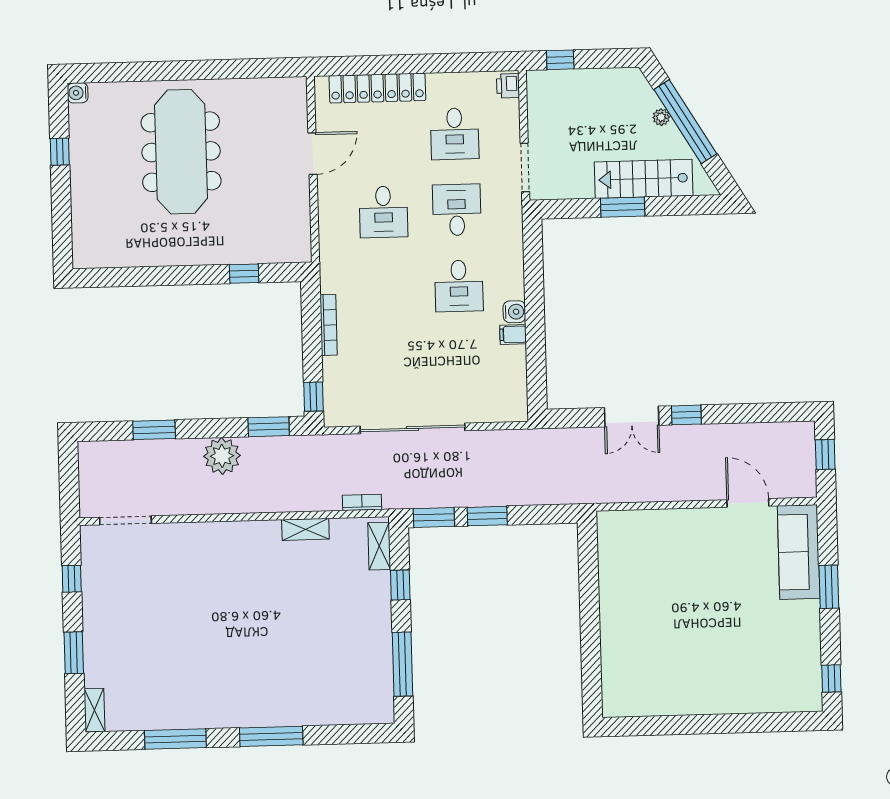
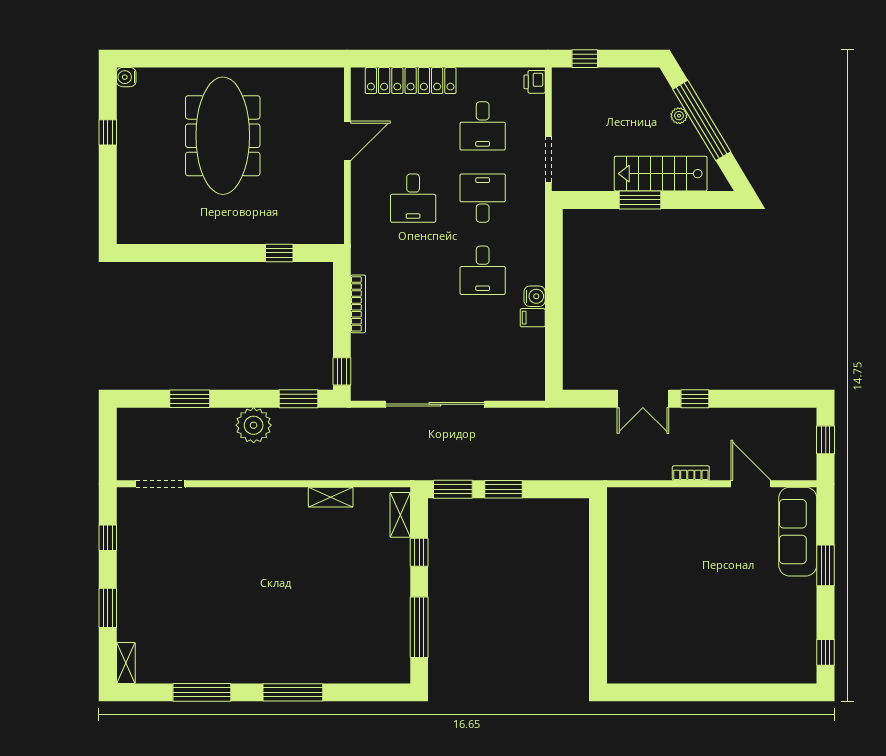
bookcase: (362, 502) -> (691, 473), moved

